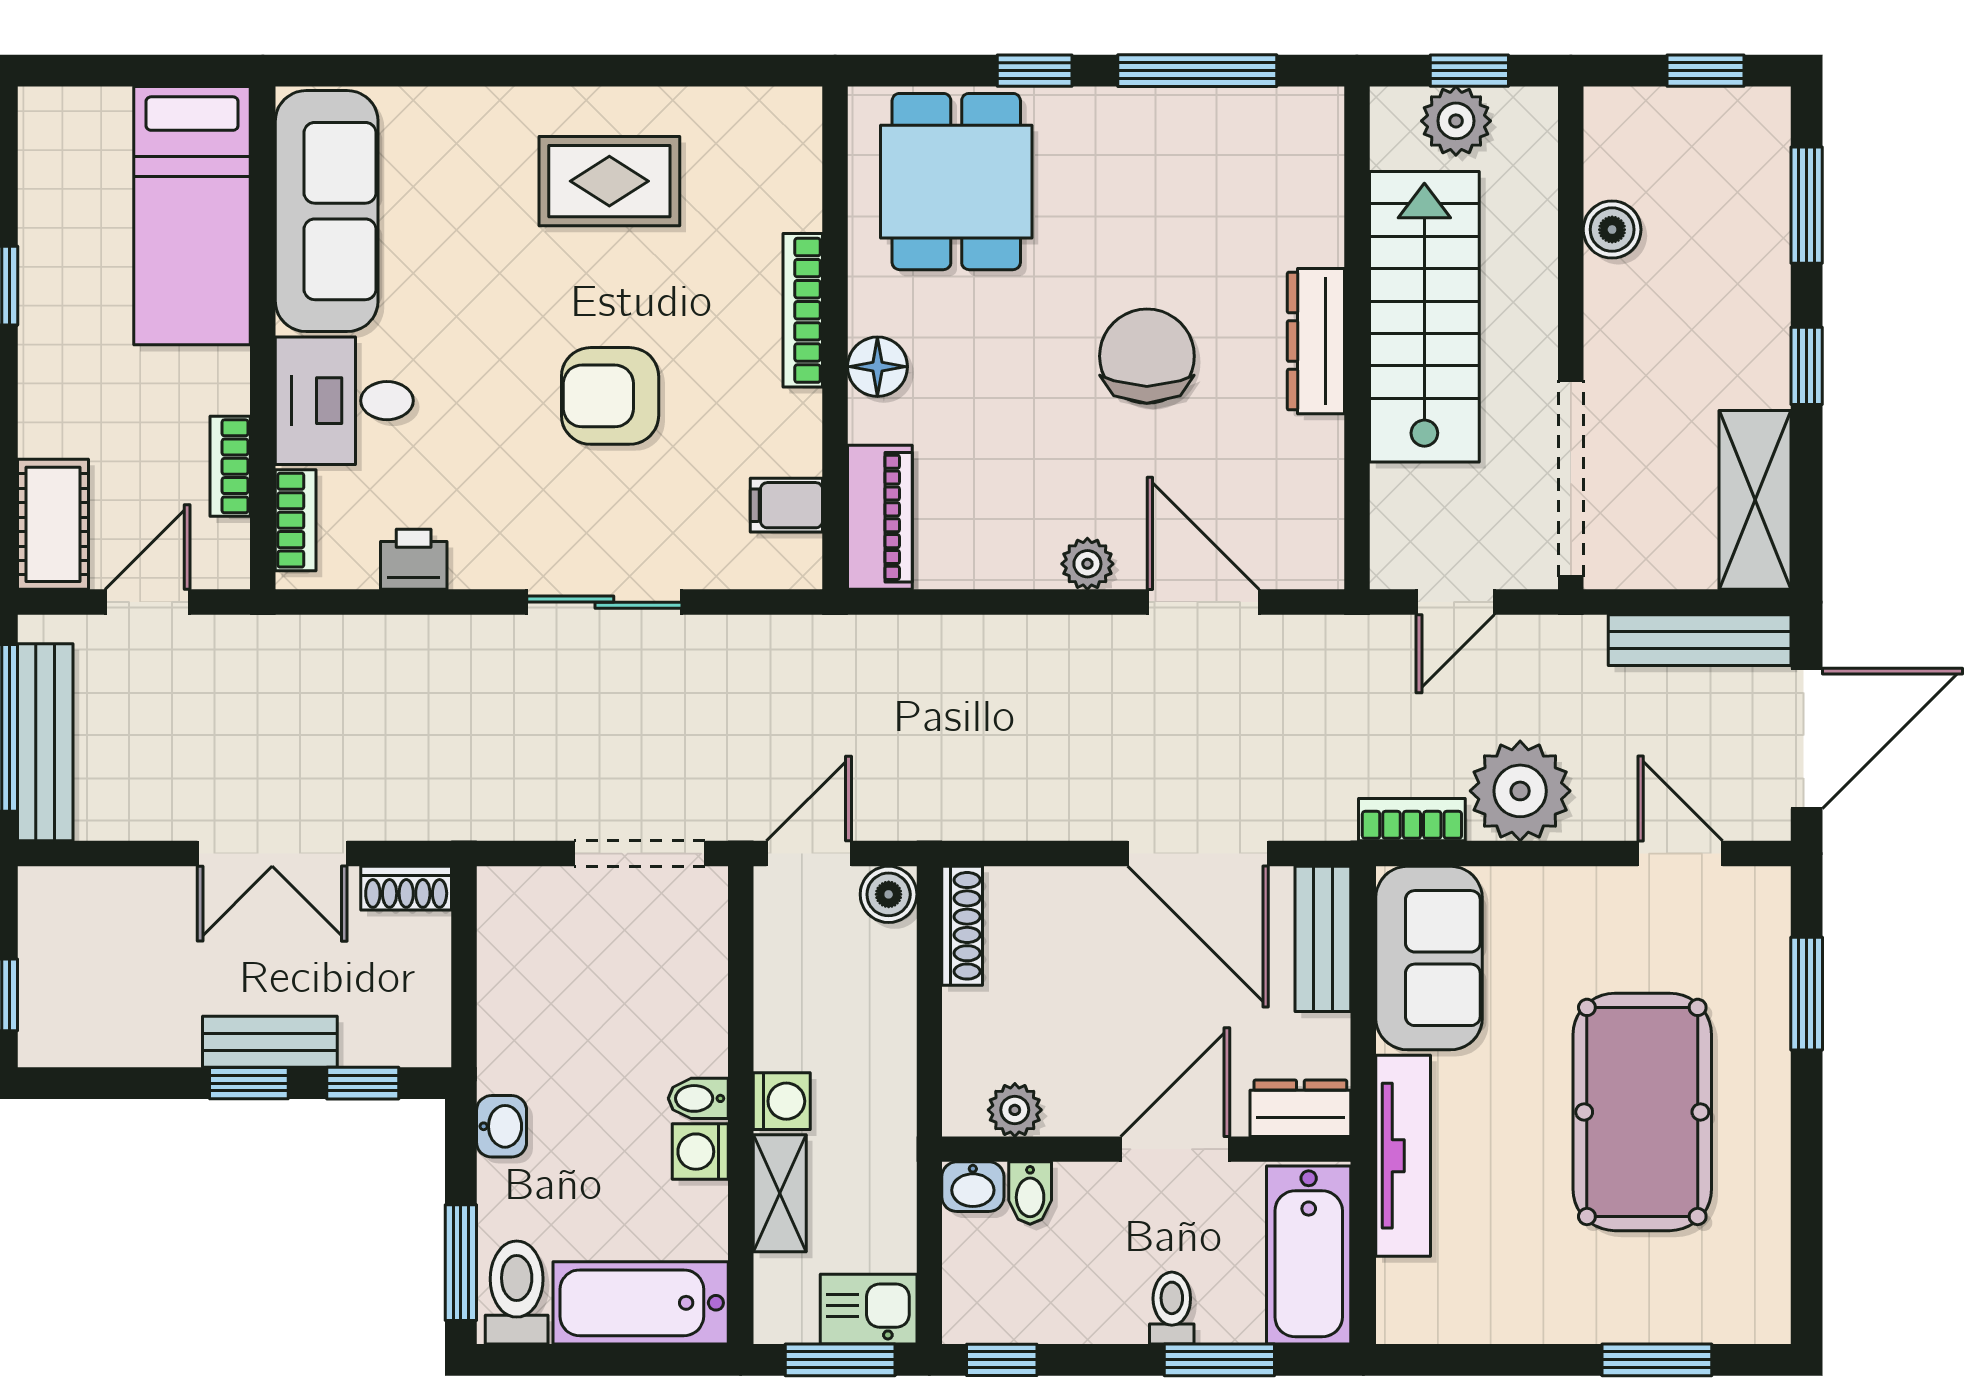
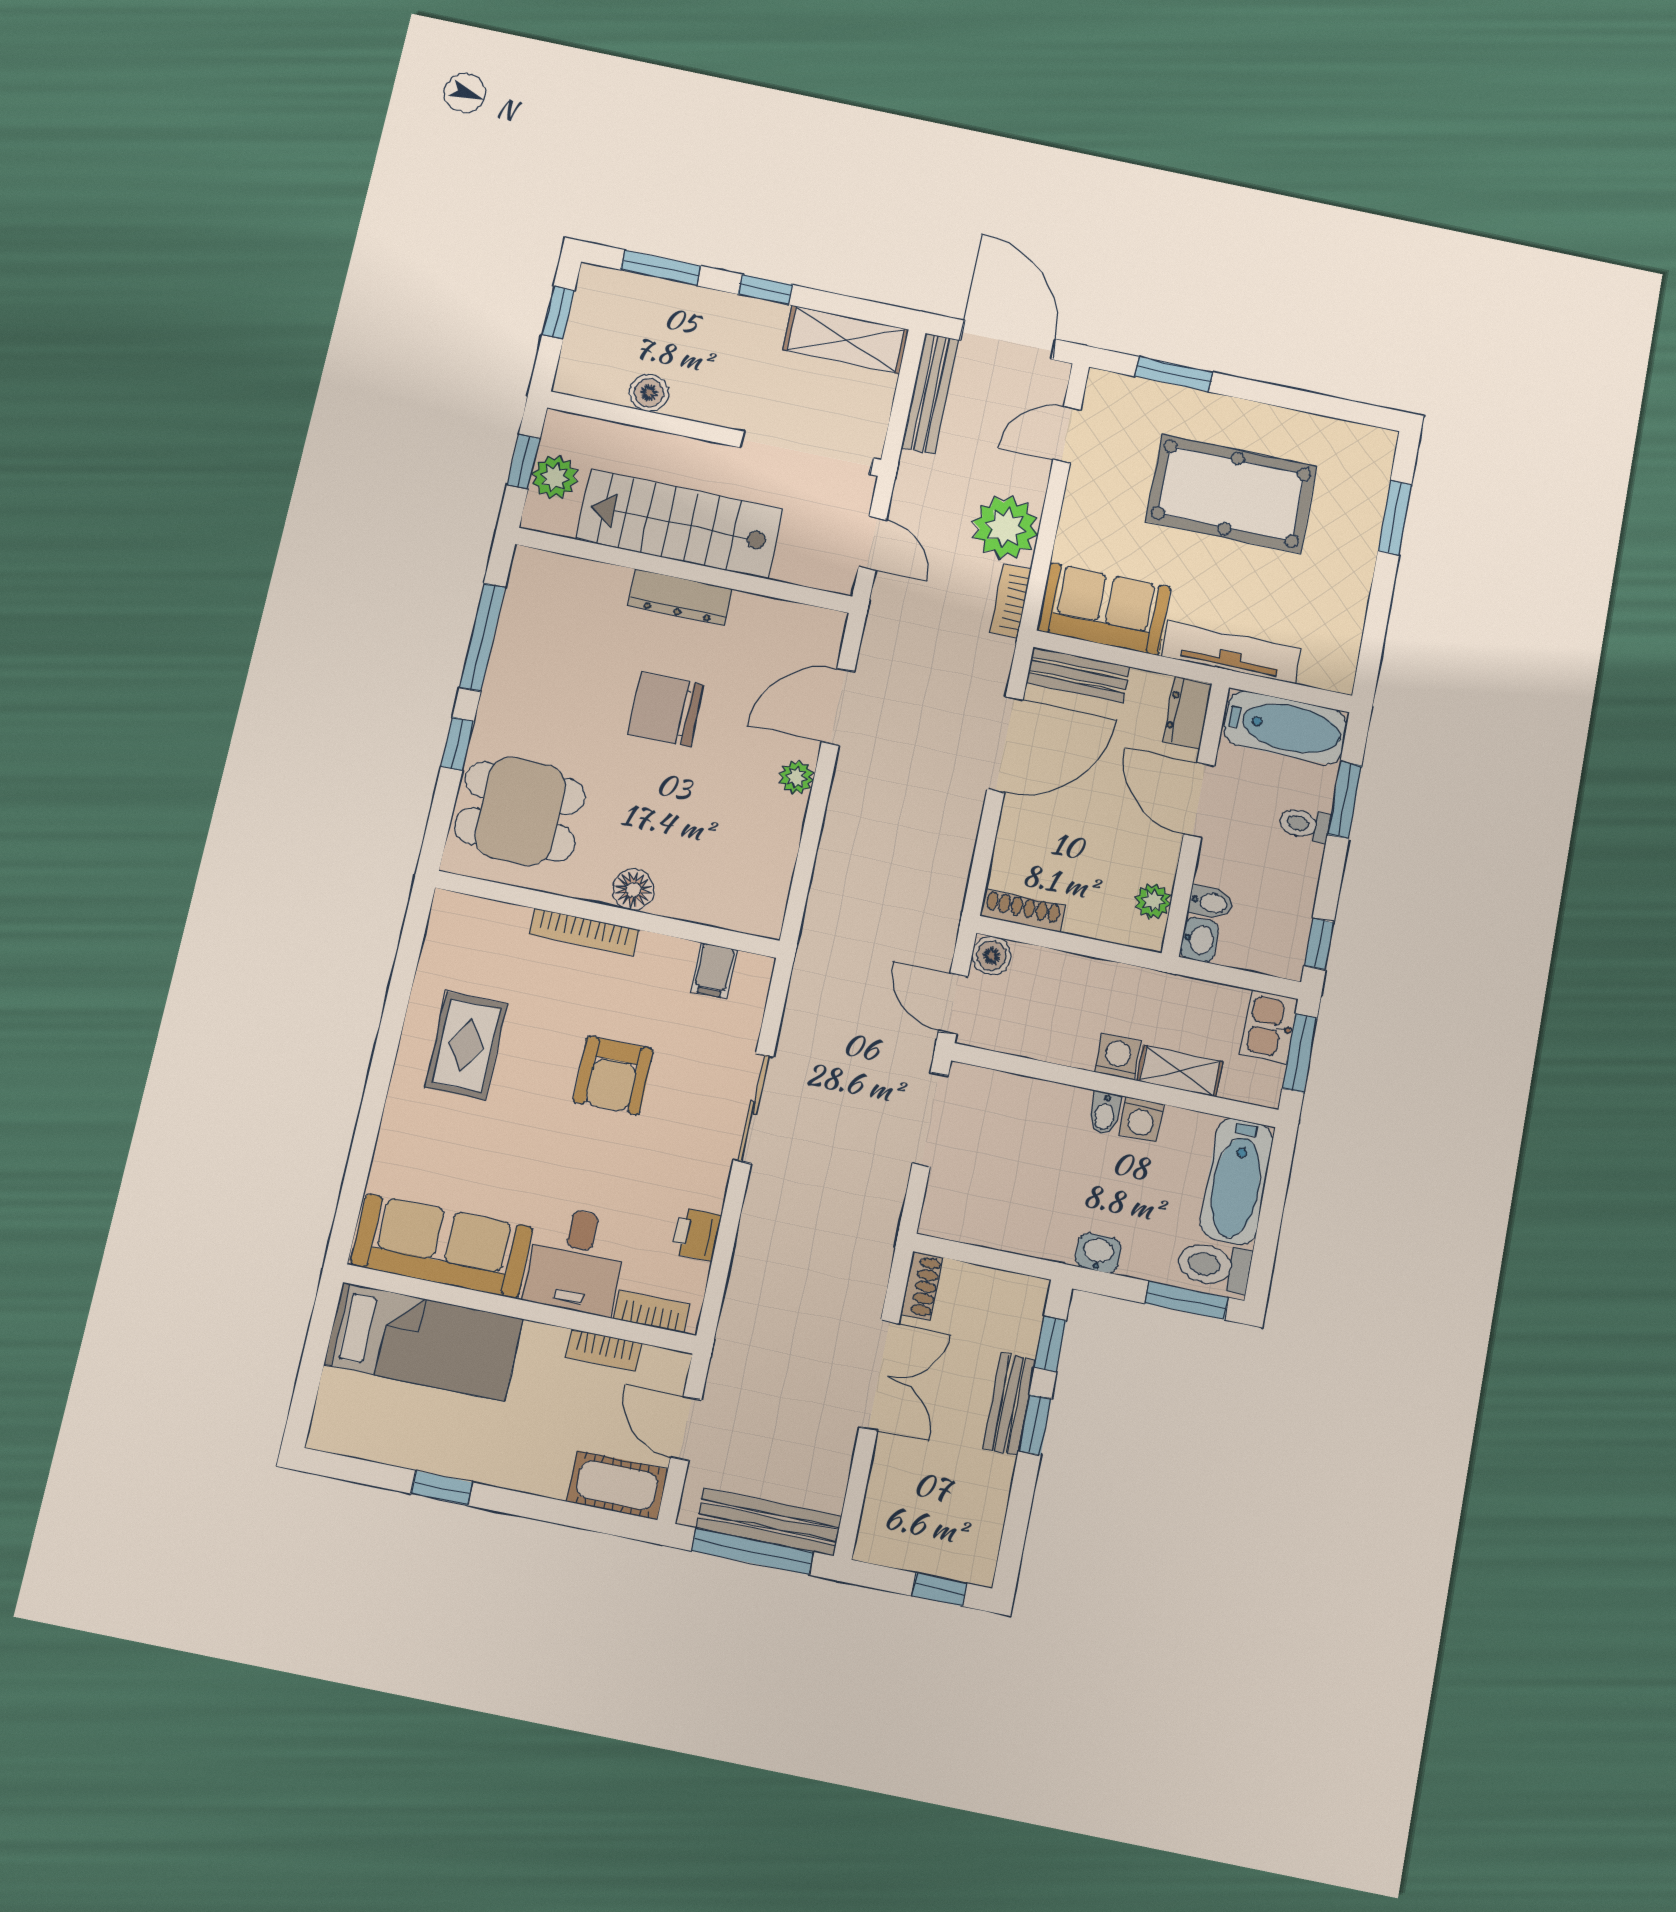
piano: (880, 517) -> (736, 909), removed

